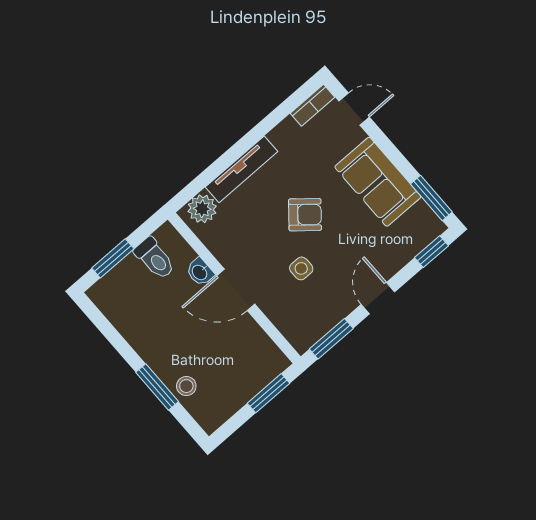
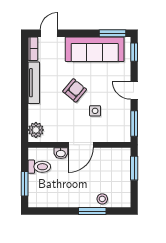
tv unit: (242, 169) -> (34, 83), moved
sofa: (378, 182) -> (95, 49), width x1.36

